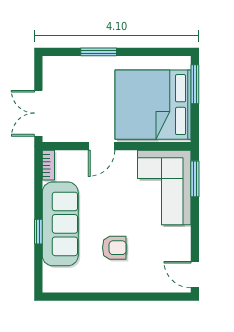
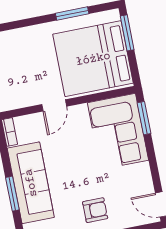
window: (99, 52) -> (72, 13), moved
window: (38, 232) -> (12, 194), width x1.50
armchair: (114, 248) -> (95, 210), moved

